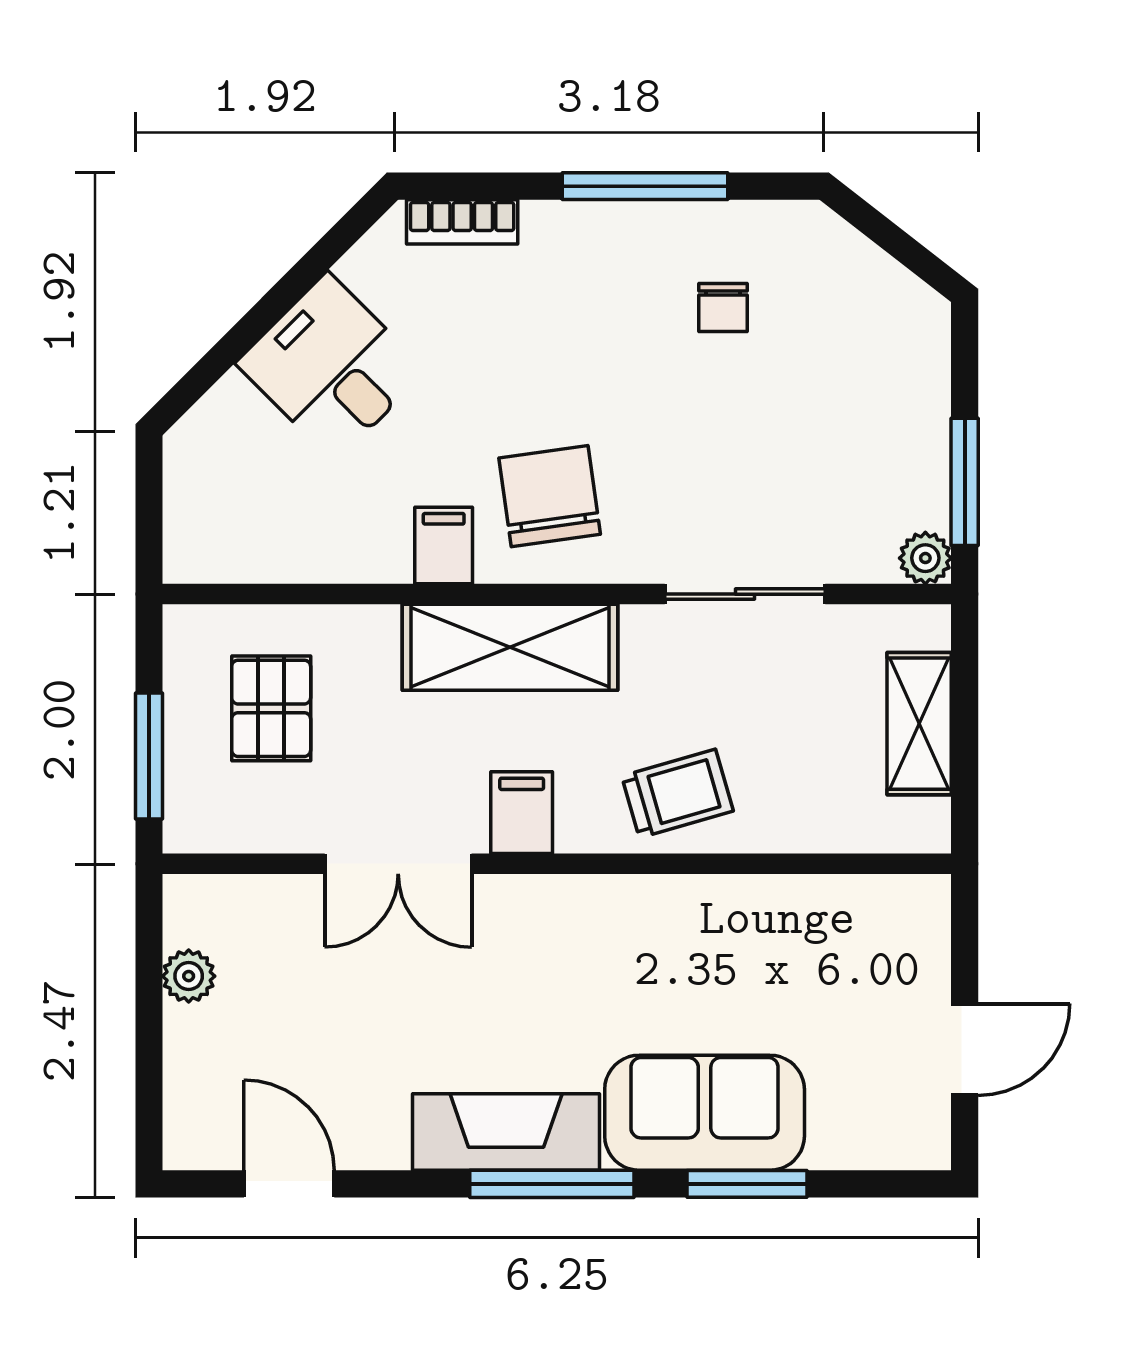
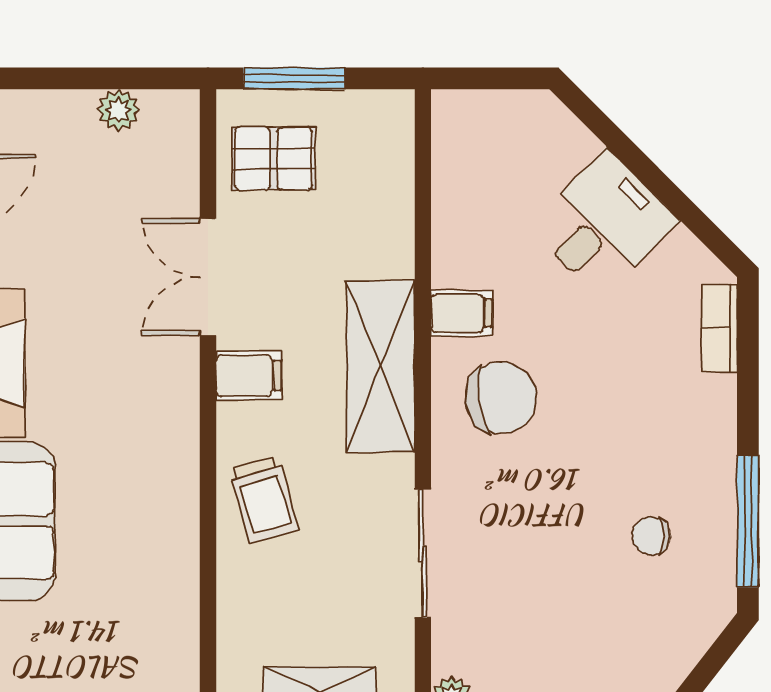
window: (645, 186) -> (748, 521), moved
pallet: (271, 708) -> (274, 159), moved

